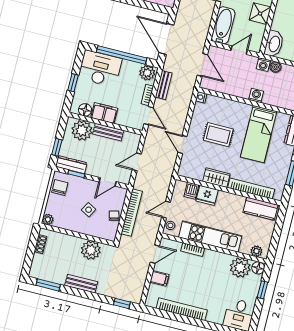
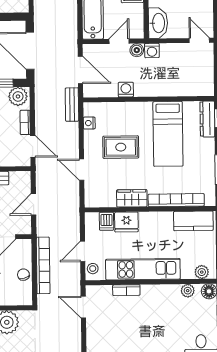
boiler: (276, 67) -> (137, 50), moved
bench: (164, 85) -> (72, 105), moved
washing machine: (256, 95) -> (126, 90), moved
nightstand: (201, 97) -> (89, 123), moved
door: (155, 254) -> (83, 307), swing flipped
plant: (240, 268) -> (188, 291), width x0.53, depth x0.53
filing cabinet: (159, 278) -> (96, 334), removed

